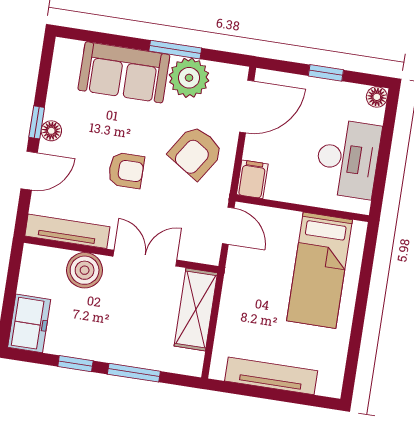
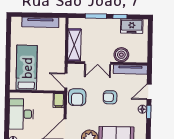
armchair: (196, 152) -> (77, 97), moved, turned 147
freezer: (29, 323) -> (132, 26), moved, turned -90

